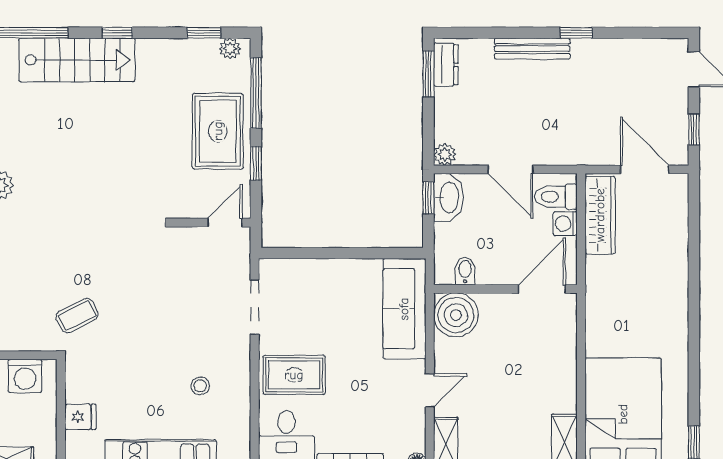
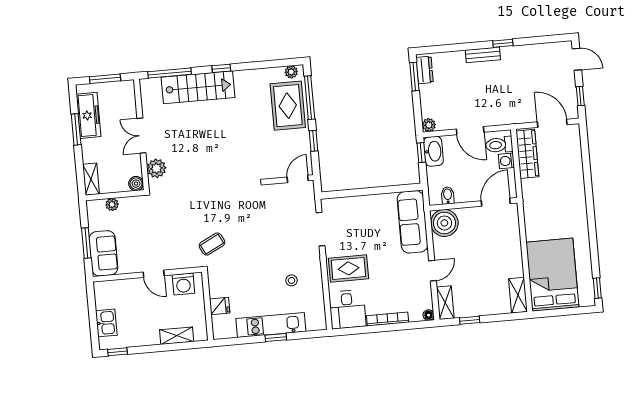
window: (204, 33) -> (274, 64), removed
bench: (532, 49) -> (483, 55), width x0.73
rug: (218, 131) -> (288, 106), moved

